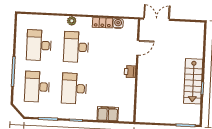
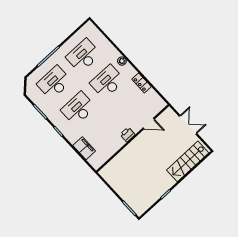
double door: (156, 19) -> (188, 125), moved
water cooler: (118, 23) -> (152, 94), removed
stairs: (193, 81) -> (188, 161), moved

